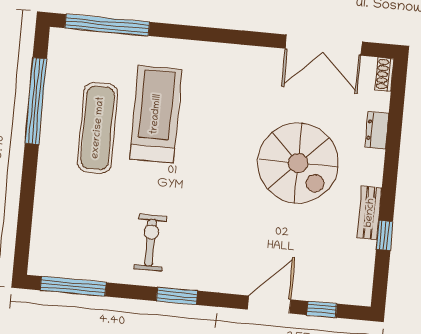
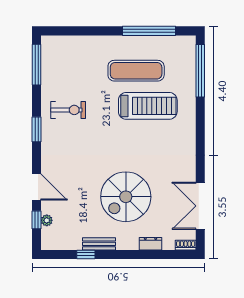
plant: (324, 293) -> (47, 220), added

